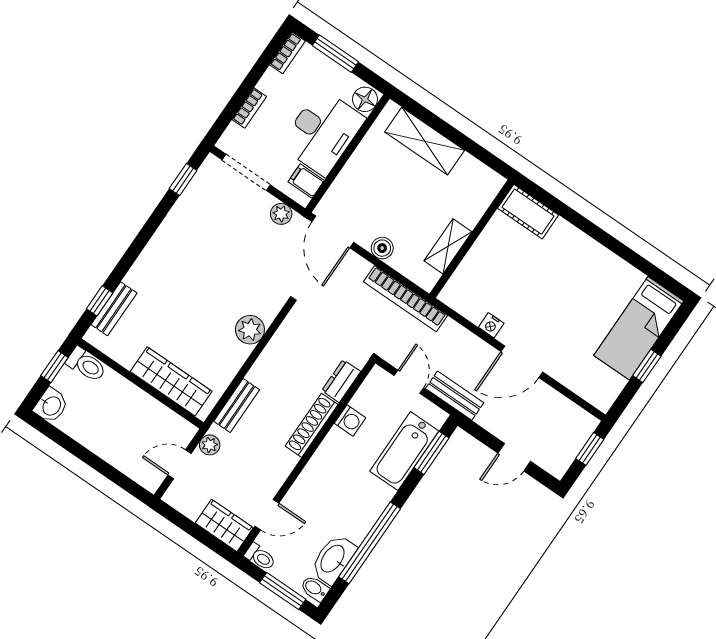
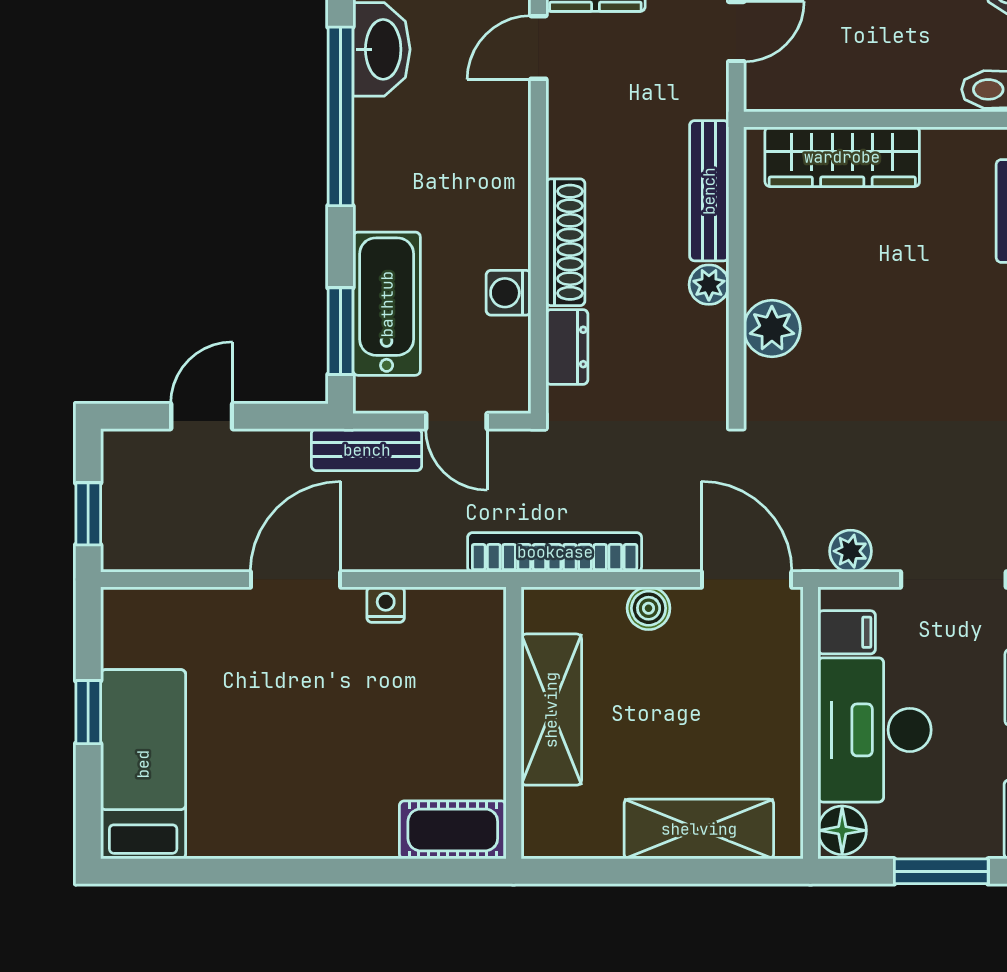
shelving: (448, 246) -> (551, 710), width x1.50, depth x1.33
bench: (237, 406) -> (709, 191), width x1.36
plant: (210, 445) -> (709, 285), moved

